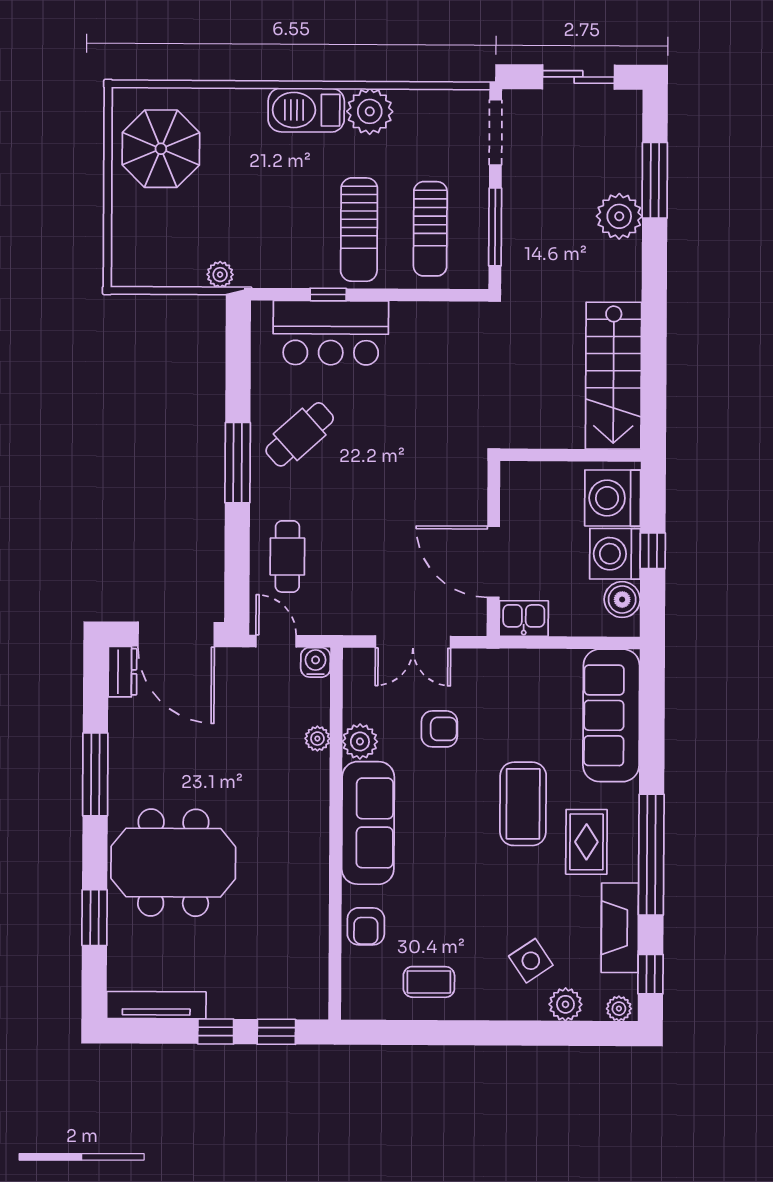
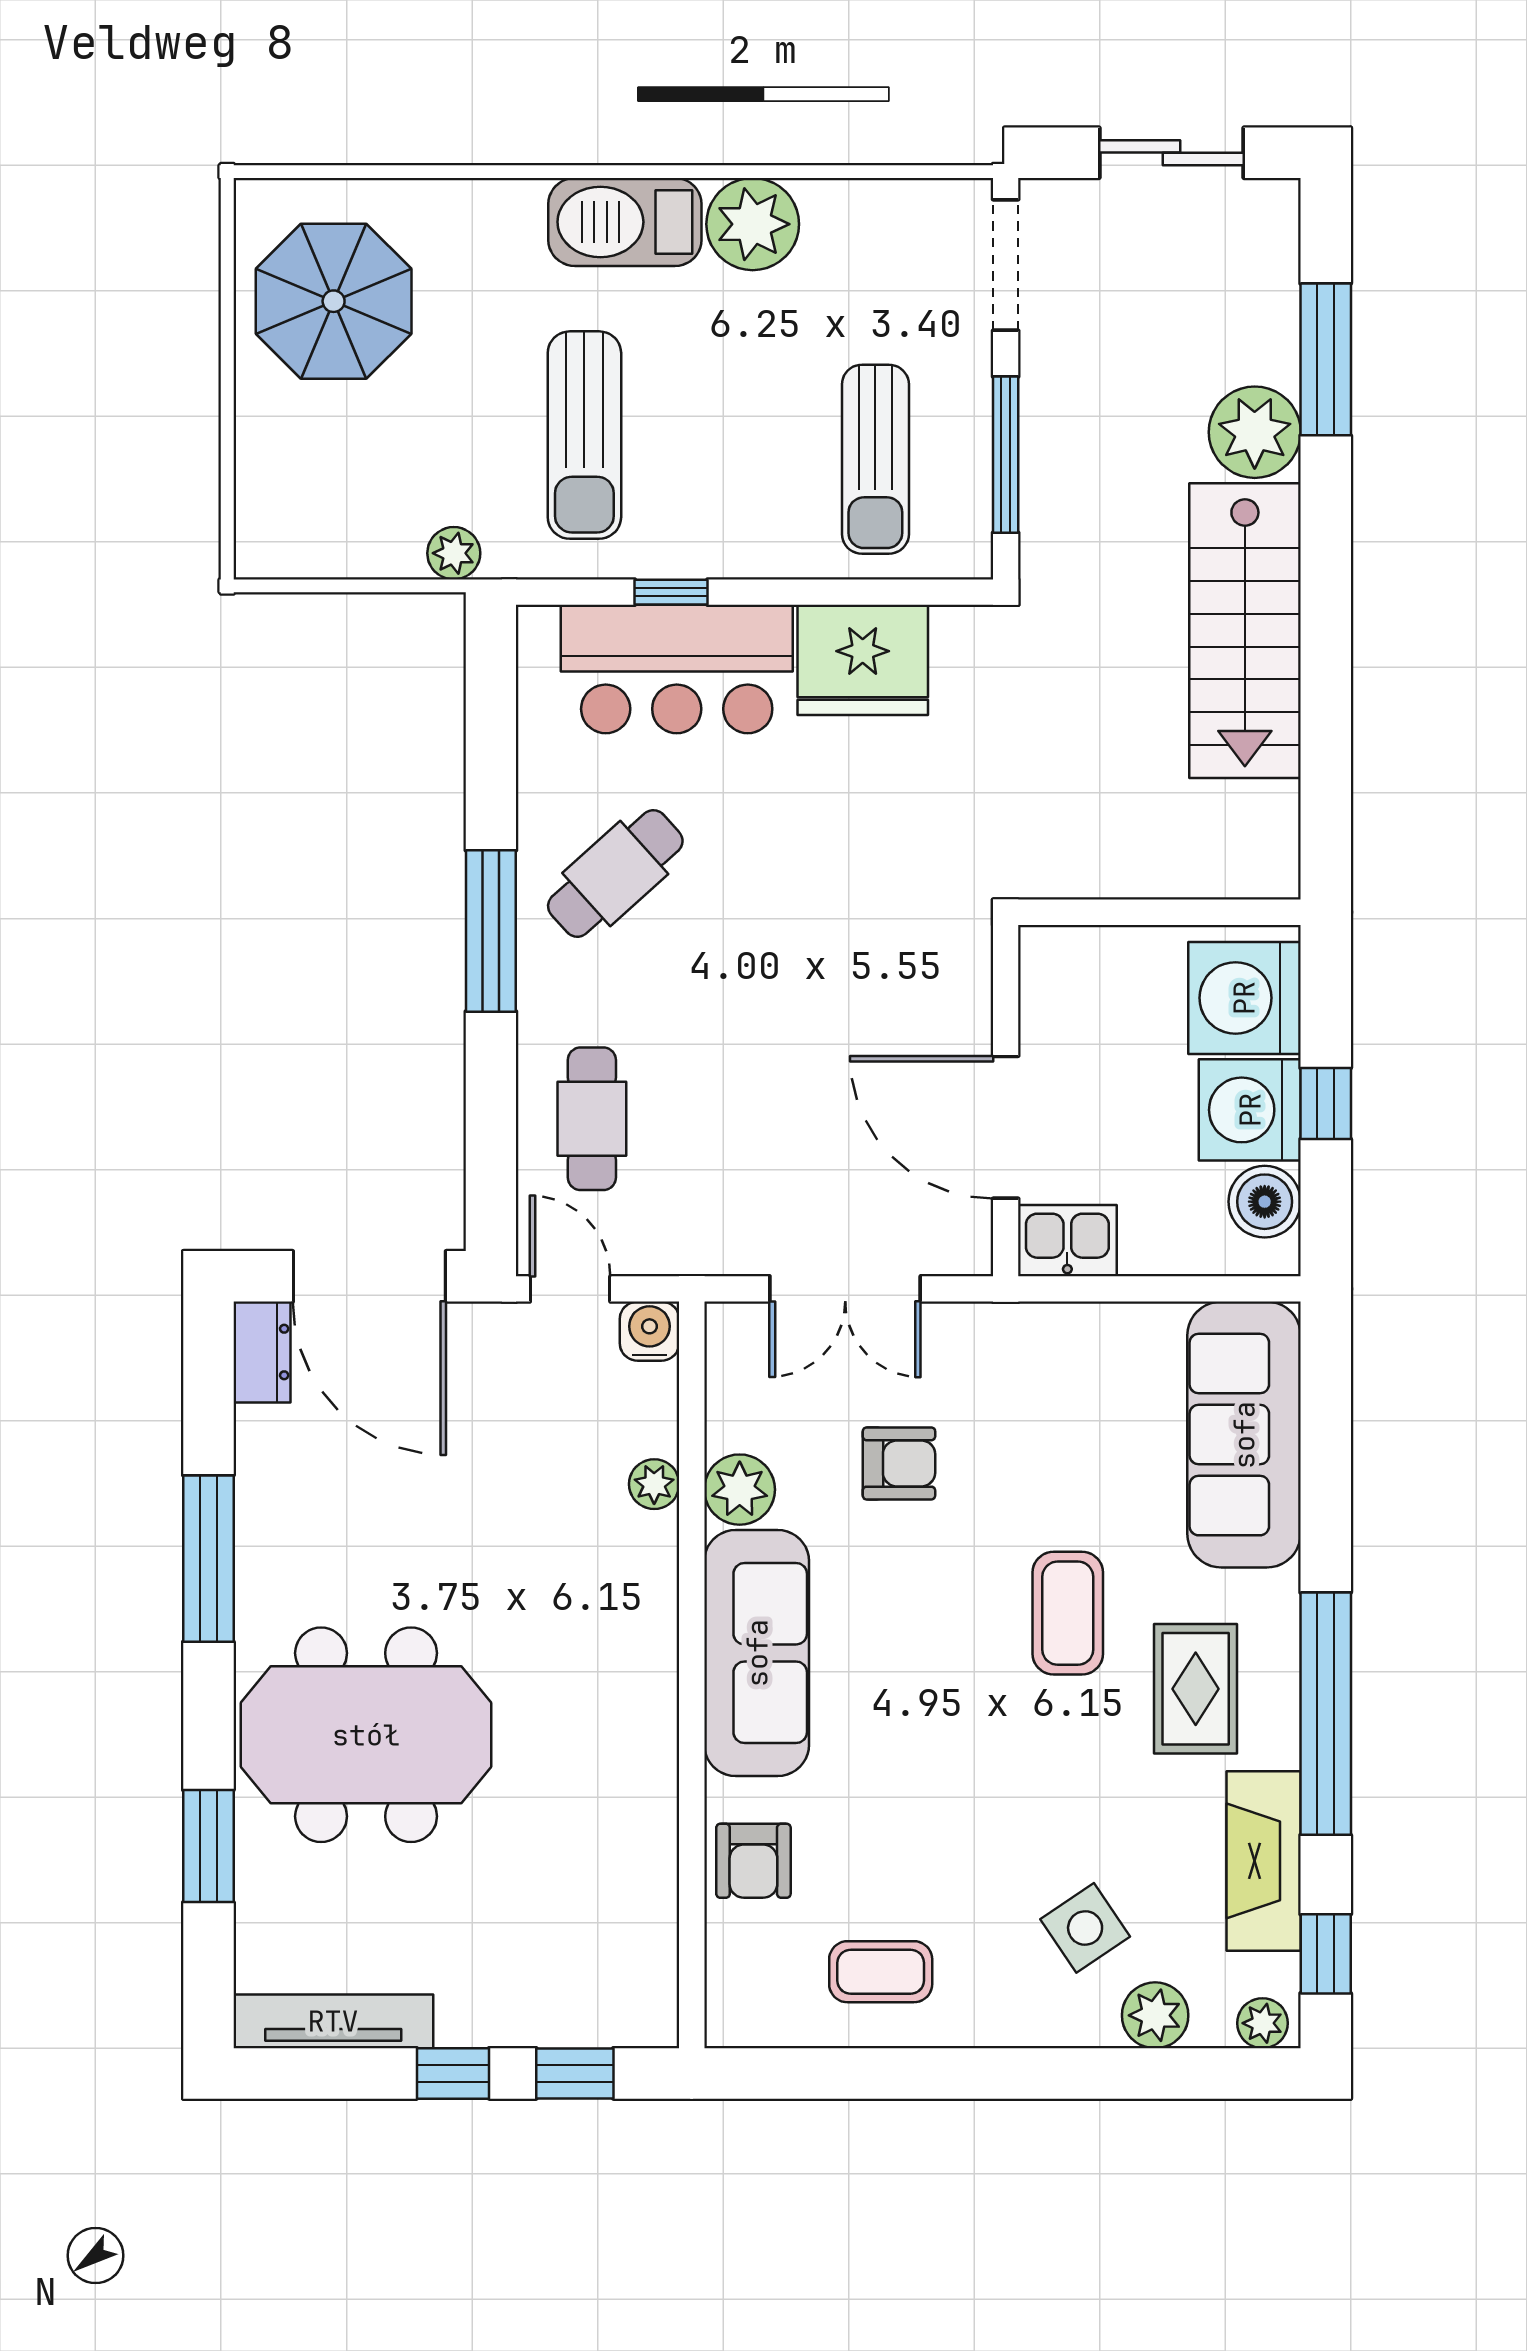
sun lounger: (359, 230) -> (584, 435), moved
fridge: (423, 329) -> (863, 660), added
stairs: (613, 376) -> (1245, 631), moved
coffee table: (523, 804) -> (1068, 1613), width x0.73, depth x0.76

